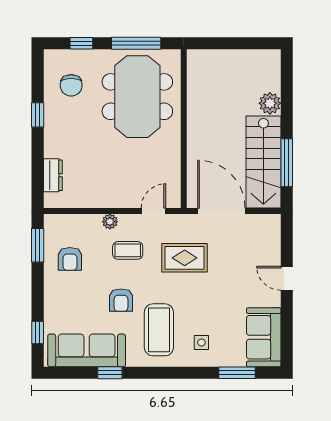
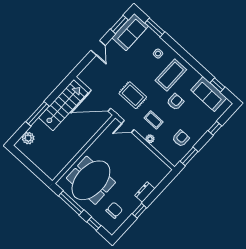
plant: (270, 103) -> (28, 138), moved
window: (287, 163) -> (38, 114), moved
dresser: (53, 175) -> (145, 192), moved
door: (221, 211) -> (100, 101), hinge flipped
window: (38, 332) -> (215, 128), moved
window: (287, 334) -> (119, 25), added
sofa: (87, 350) -> (209, 94), width x0.73
window: (110, 373) -> (217, 85), moved

